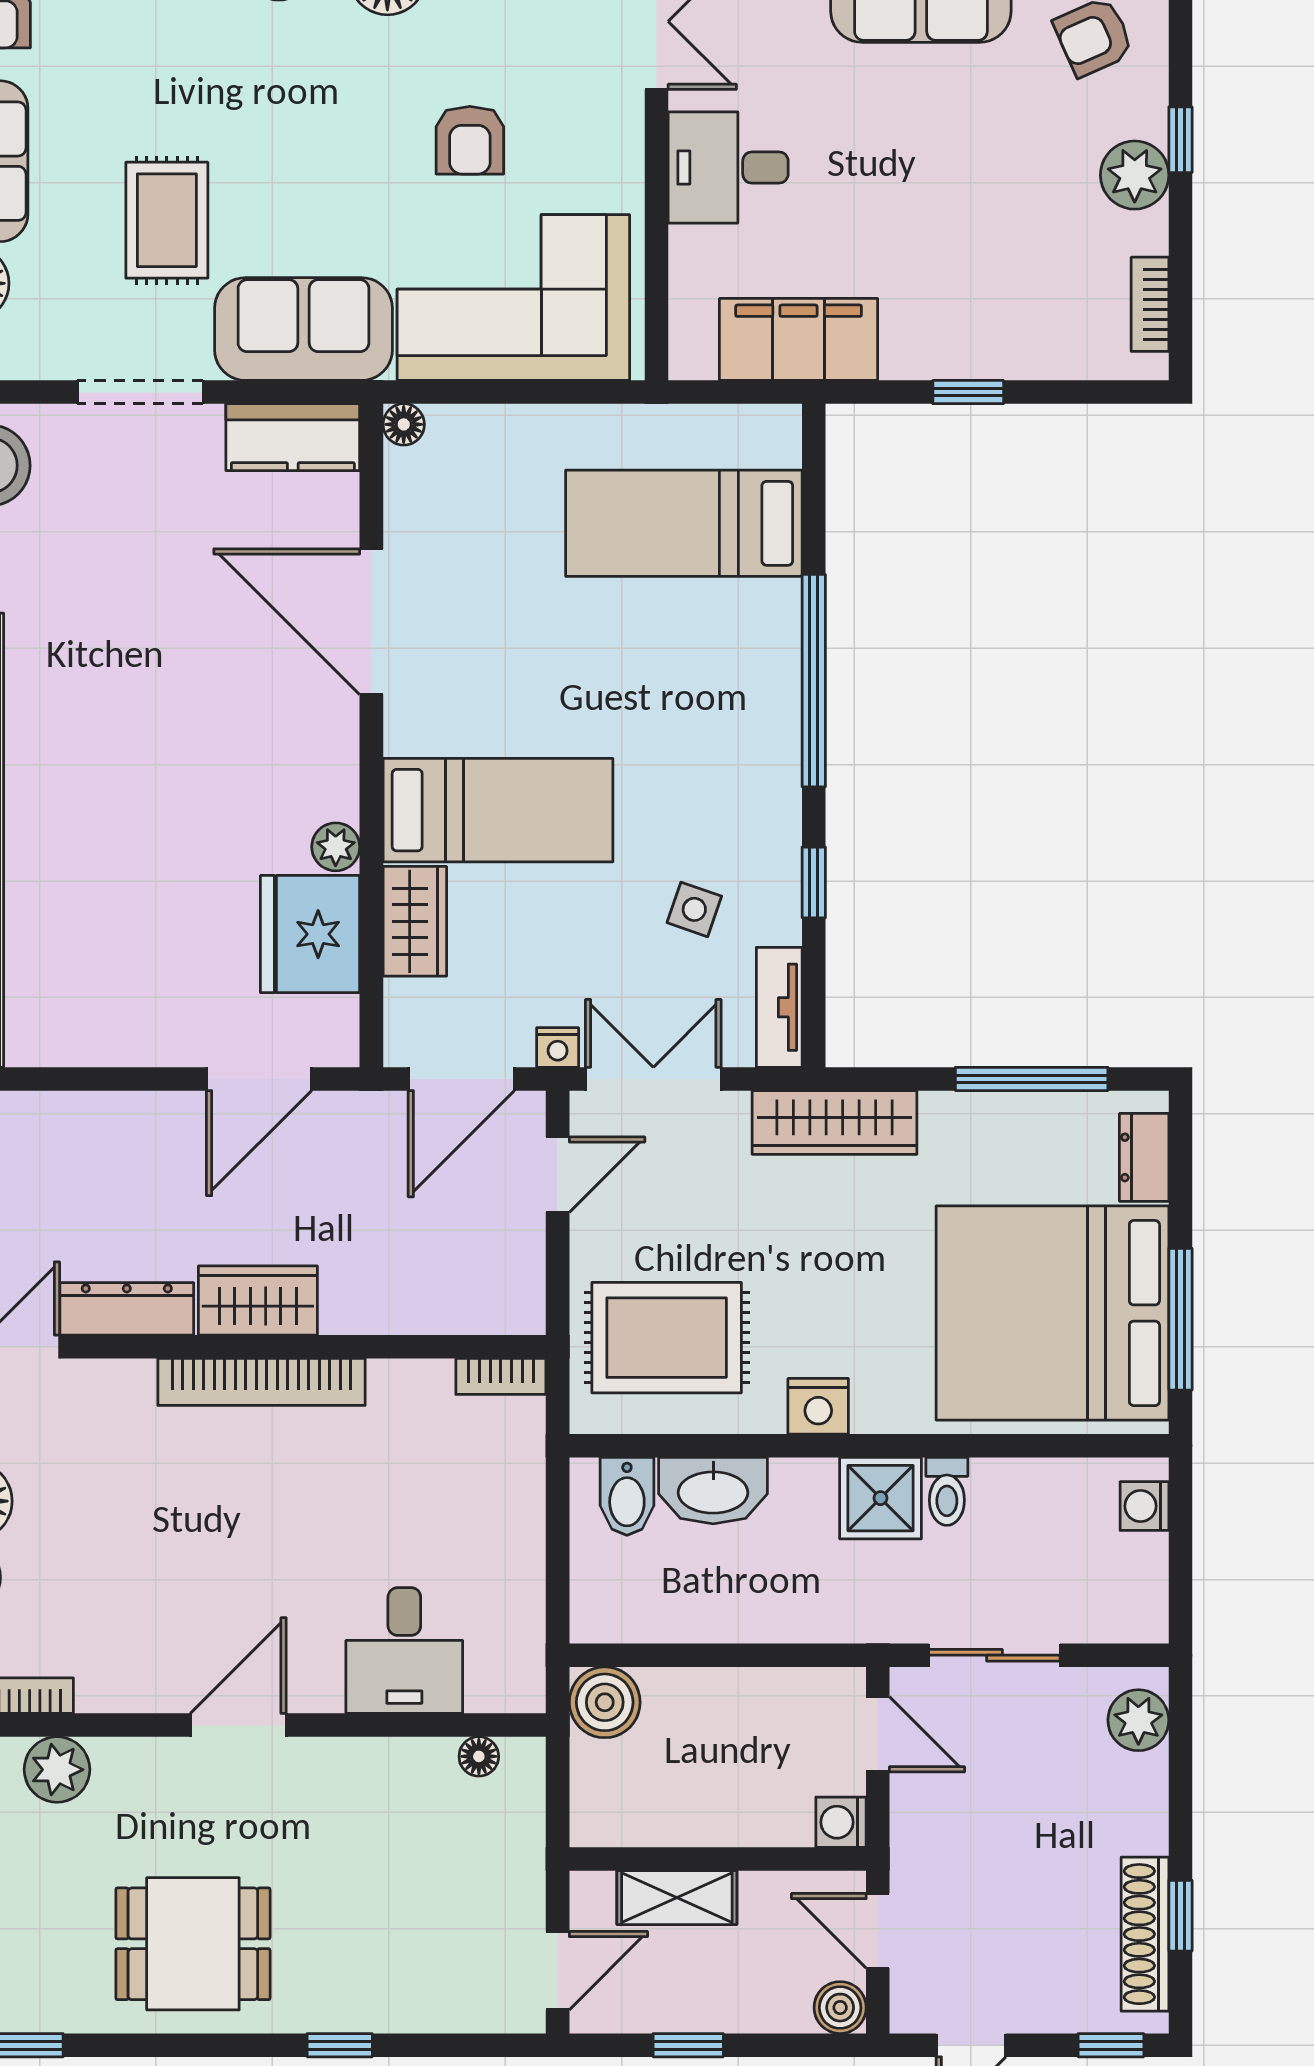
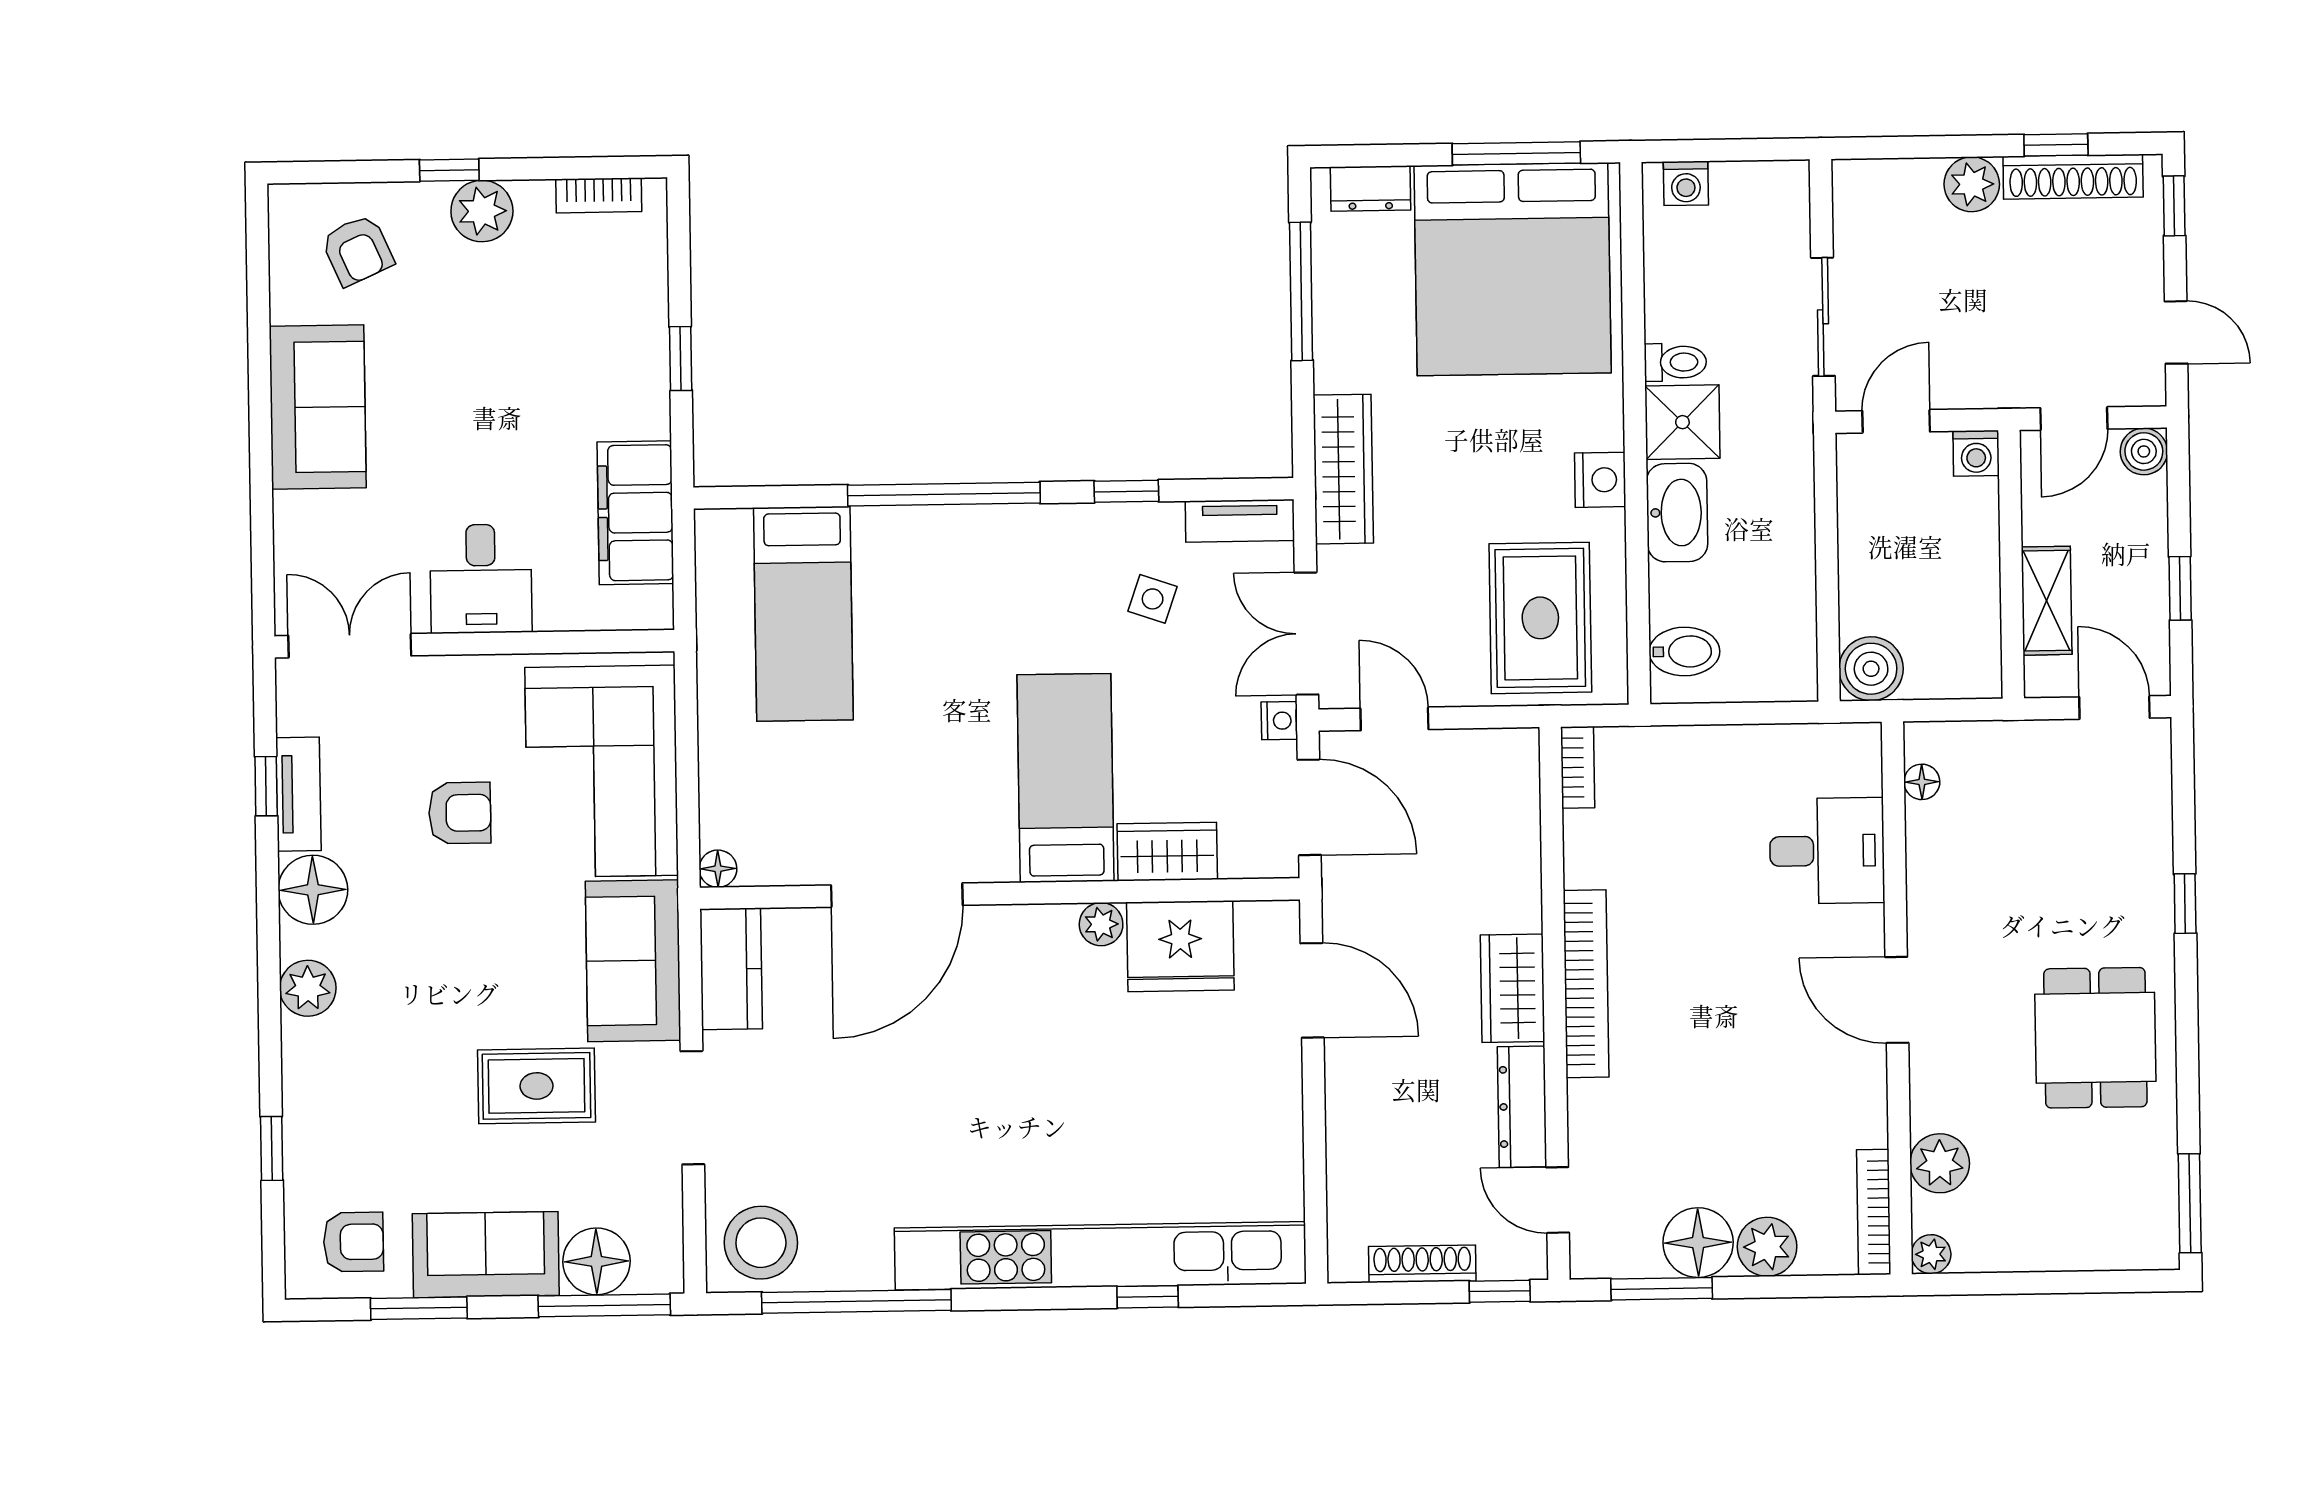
washbasin: (713, 1491) -> (1677, 513), moved
plant: (1138, 1720) -> (1972, 184), moved

